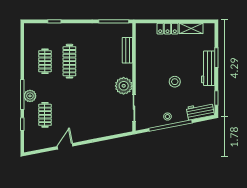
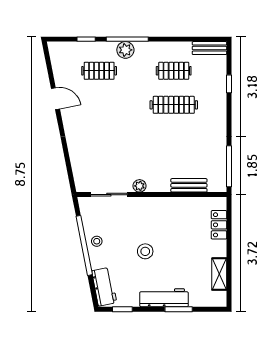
locker: (167, 29) -> (219, 225), moved
bench: (29, 35) -> (209, 48), added
plant: (124, 86) -> (140, 186), width x0.53, depth x0.53

